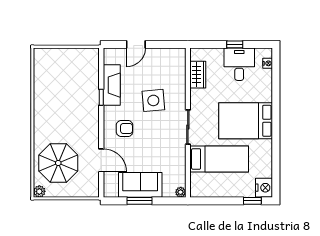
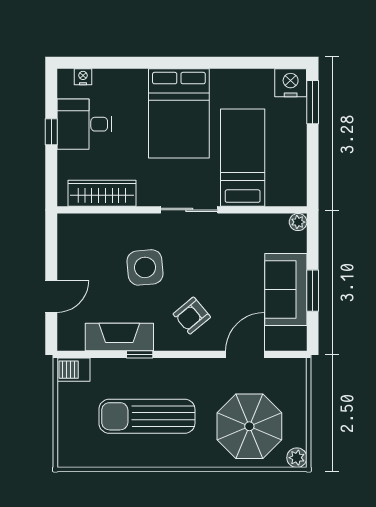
door: (136, 44) -> (51, 296), hinge flipped
barbecue: (92, 58) -> (74, 370), added
wardrobe: (198, 75) -> (102, 193), width x1.50
sun lounger: (64, 102) -> (147, 416), added
armchair: (125, 128) -> (192, 316), turned -130
window: (252, 201) -> (313, 102), width x1.50

